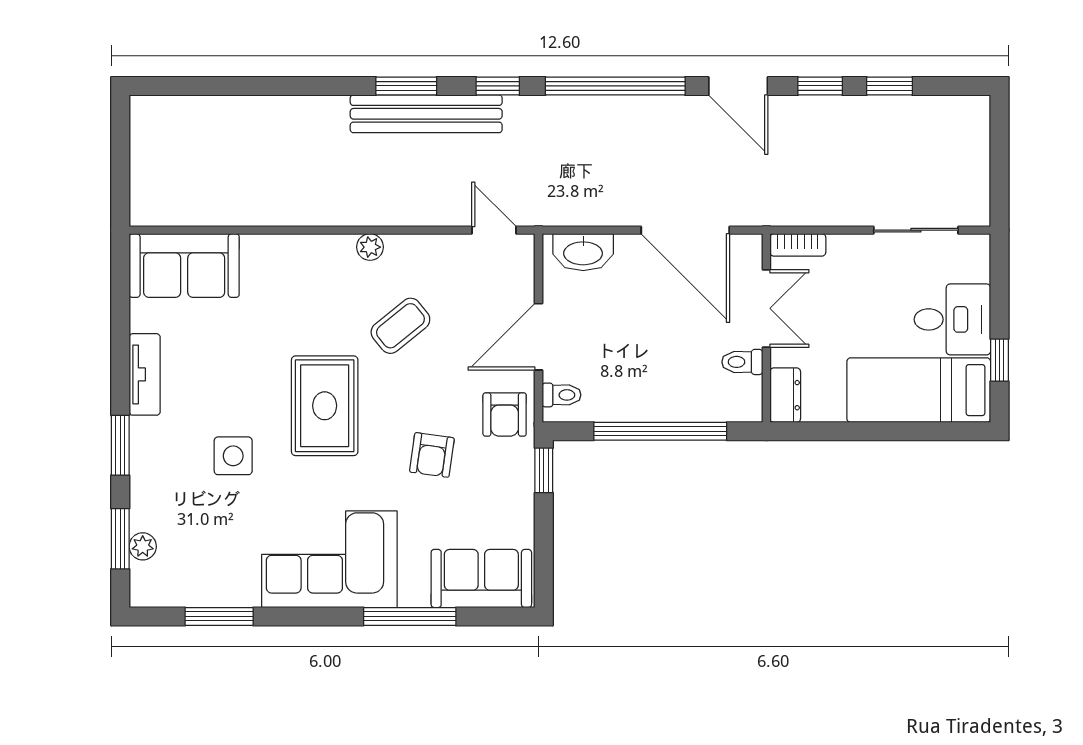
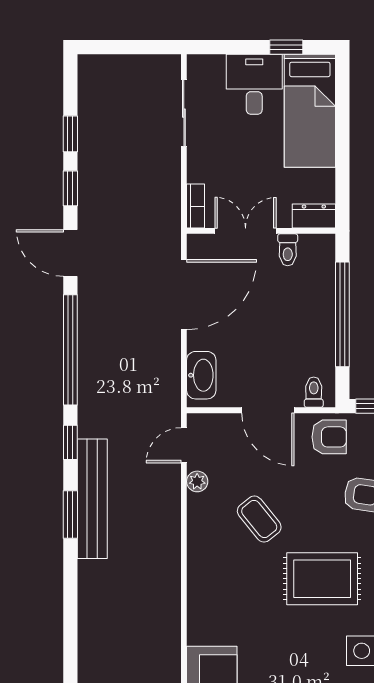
door: (738, 86) -> (70, 253), swing flipped
plant: (370, 247) -> (197, 481), moved

